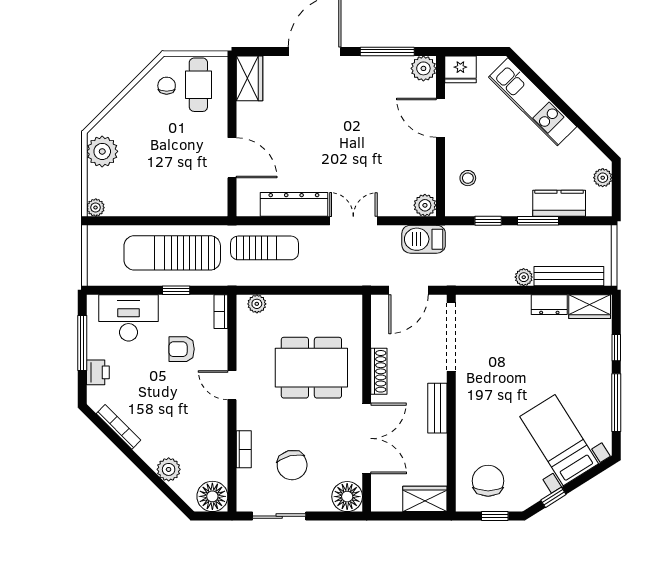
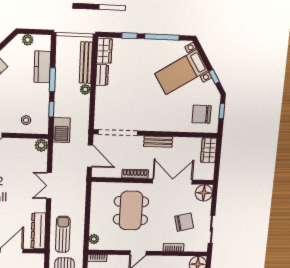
dresser: (294, 204) -> (38, 231), moved
barbecue: (424, 239) -> (62, 130), moved

